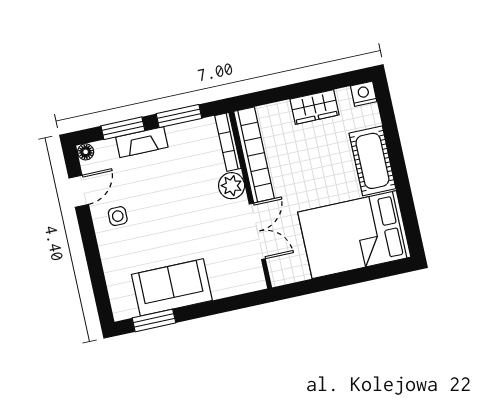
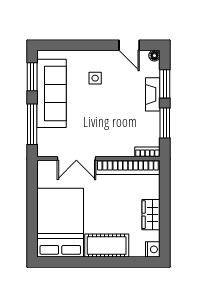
bookcase: (228, 142) -> (147, 152), width x0.64
plant: (232, 186) -> (111, 148), removed
side table: (118, 216) -> (95, 78), moved
sofa: (172, 287) -> (52, 93), width x1.36
window: (222, 306) -> (32, 124), added

